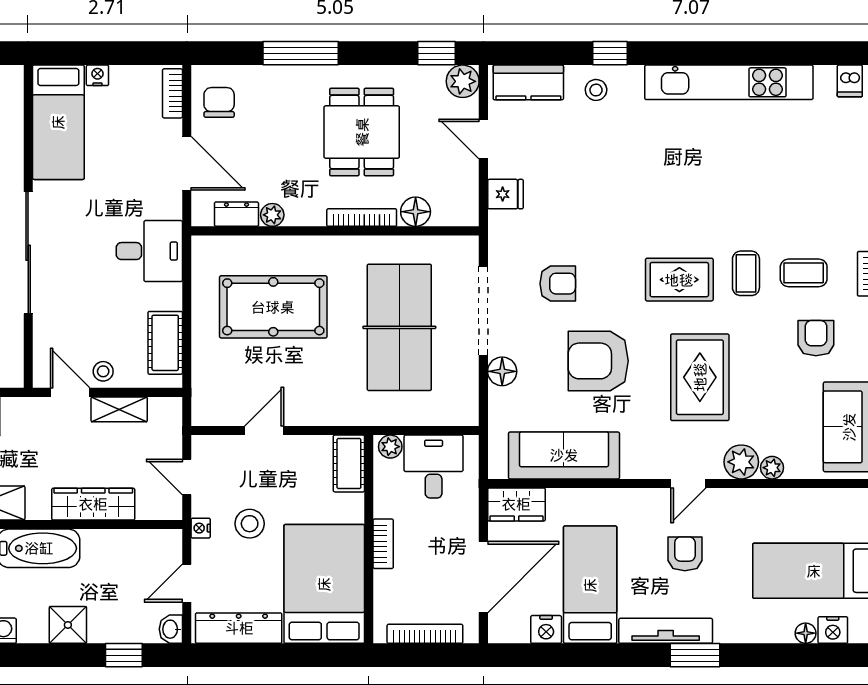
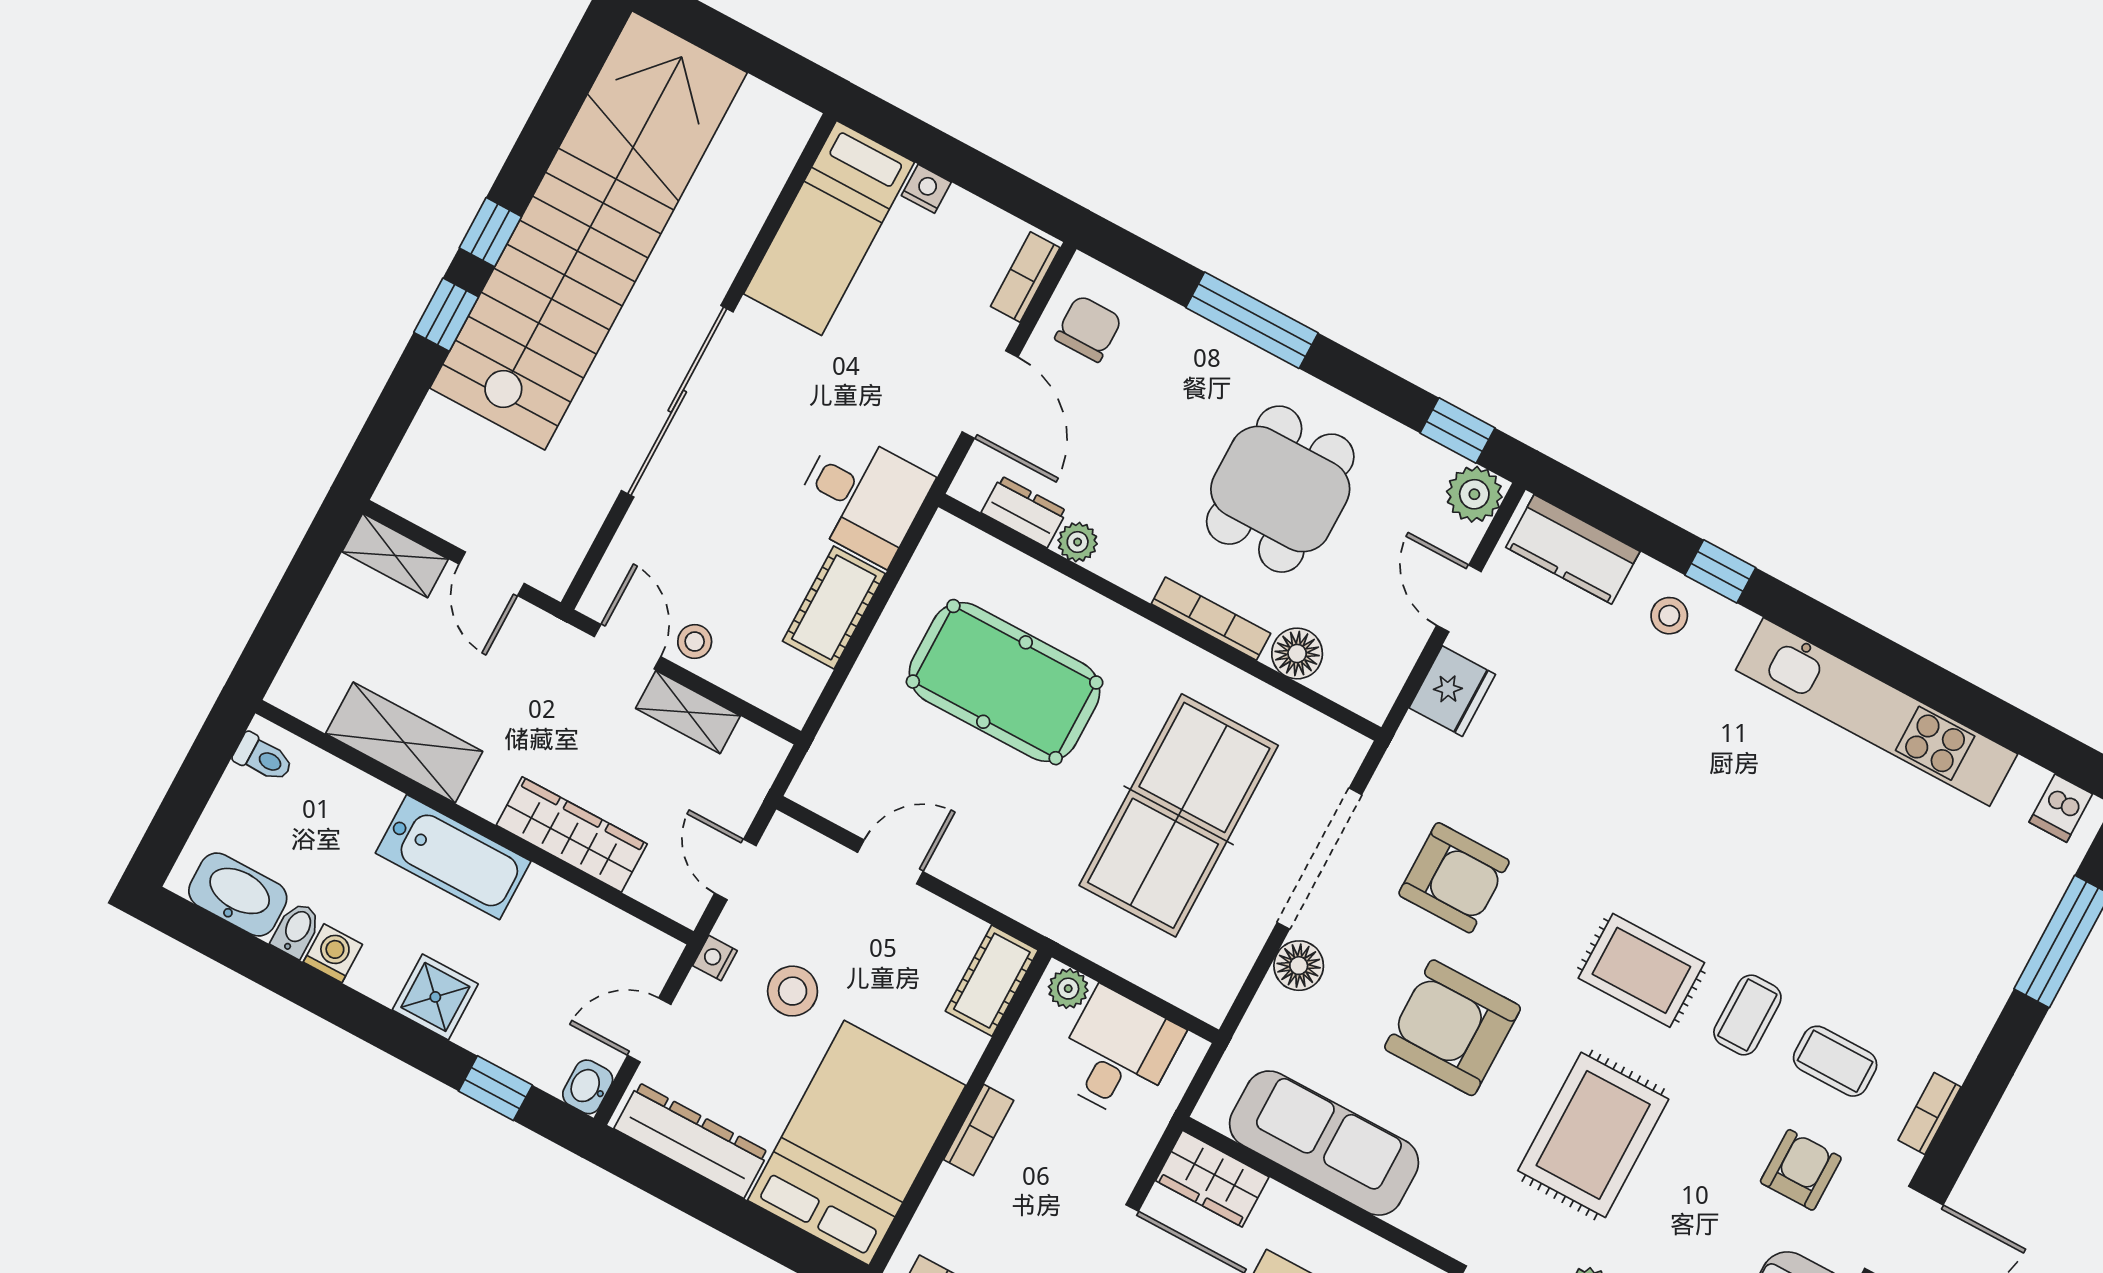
fridge: (505, 194) -> (1452, 691), width x1.38
armchair: (558, 284) -> (1454, 878), width x1.38, depth x1.38
cot: (165, 343) -> (834, 607), moved

